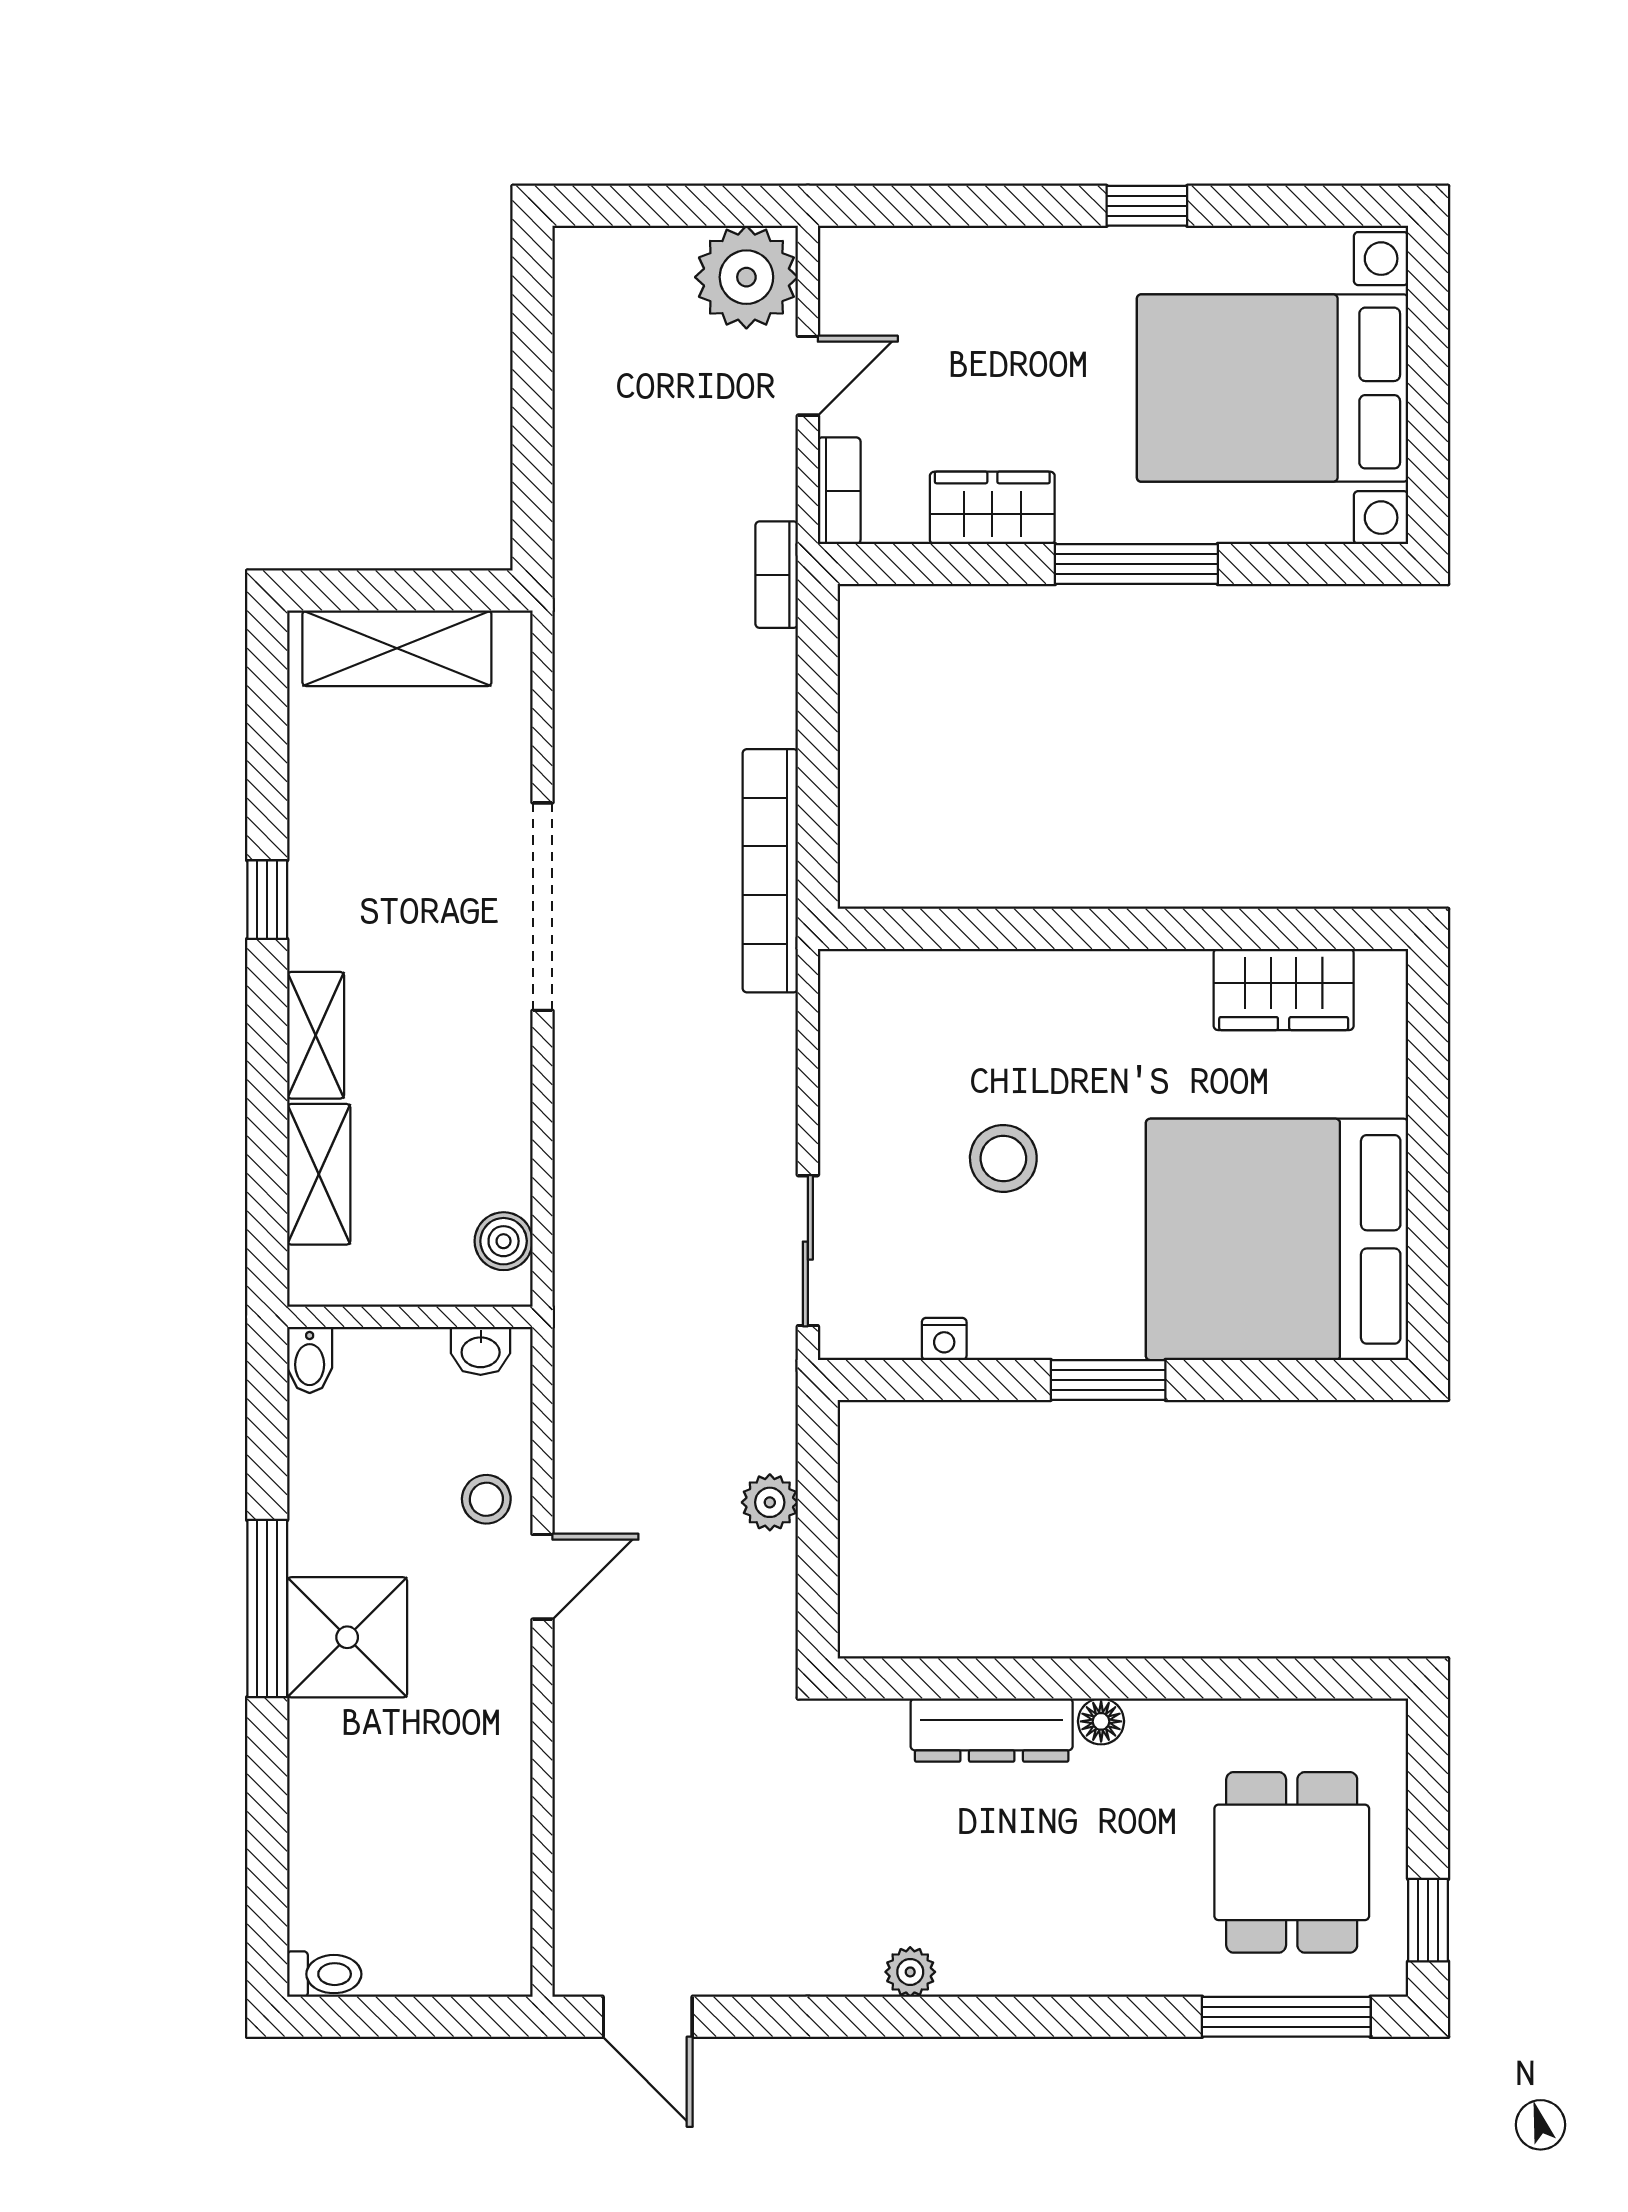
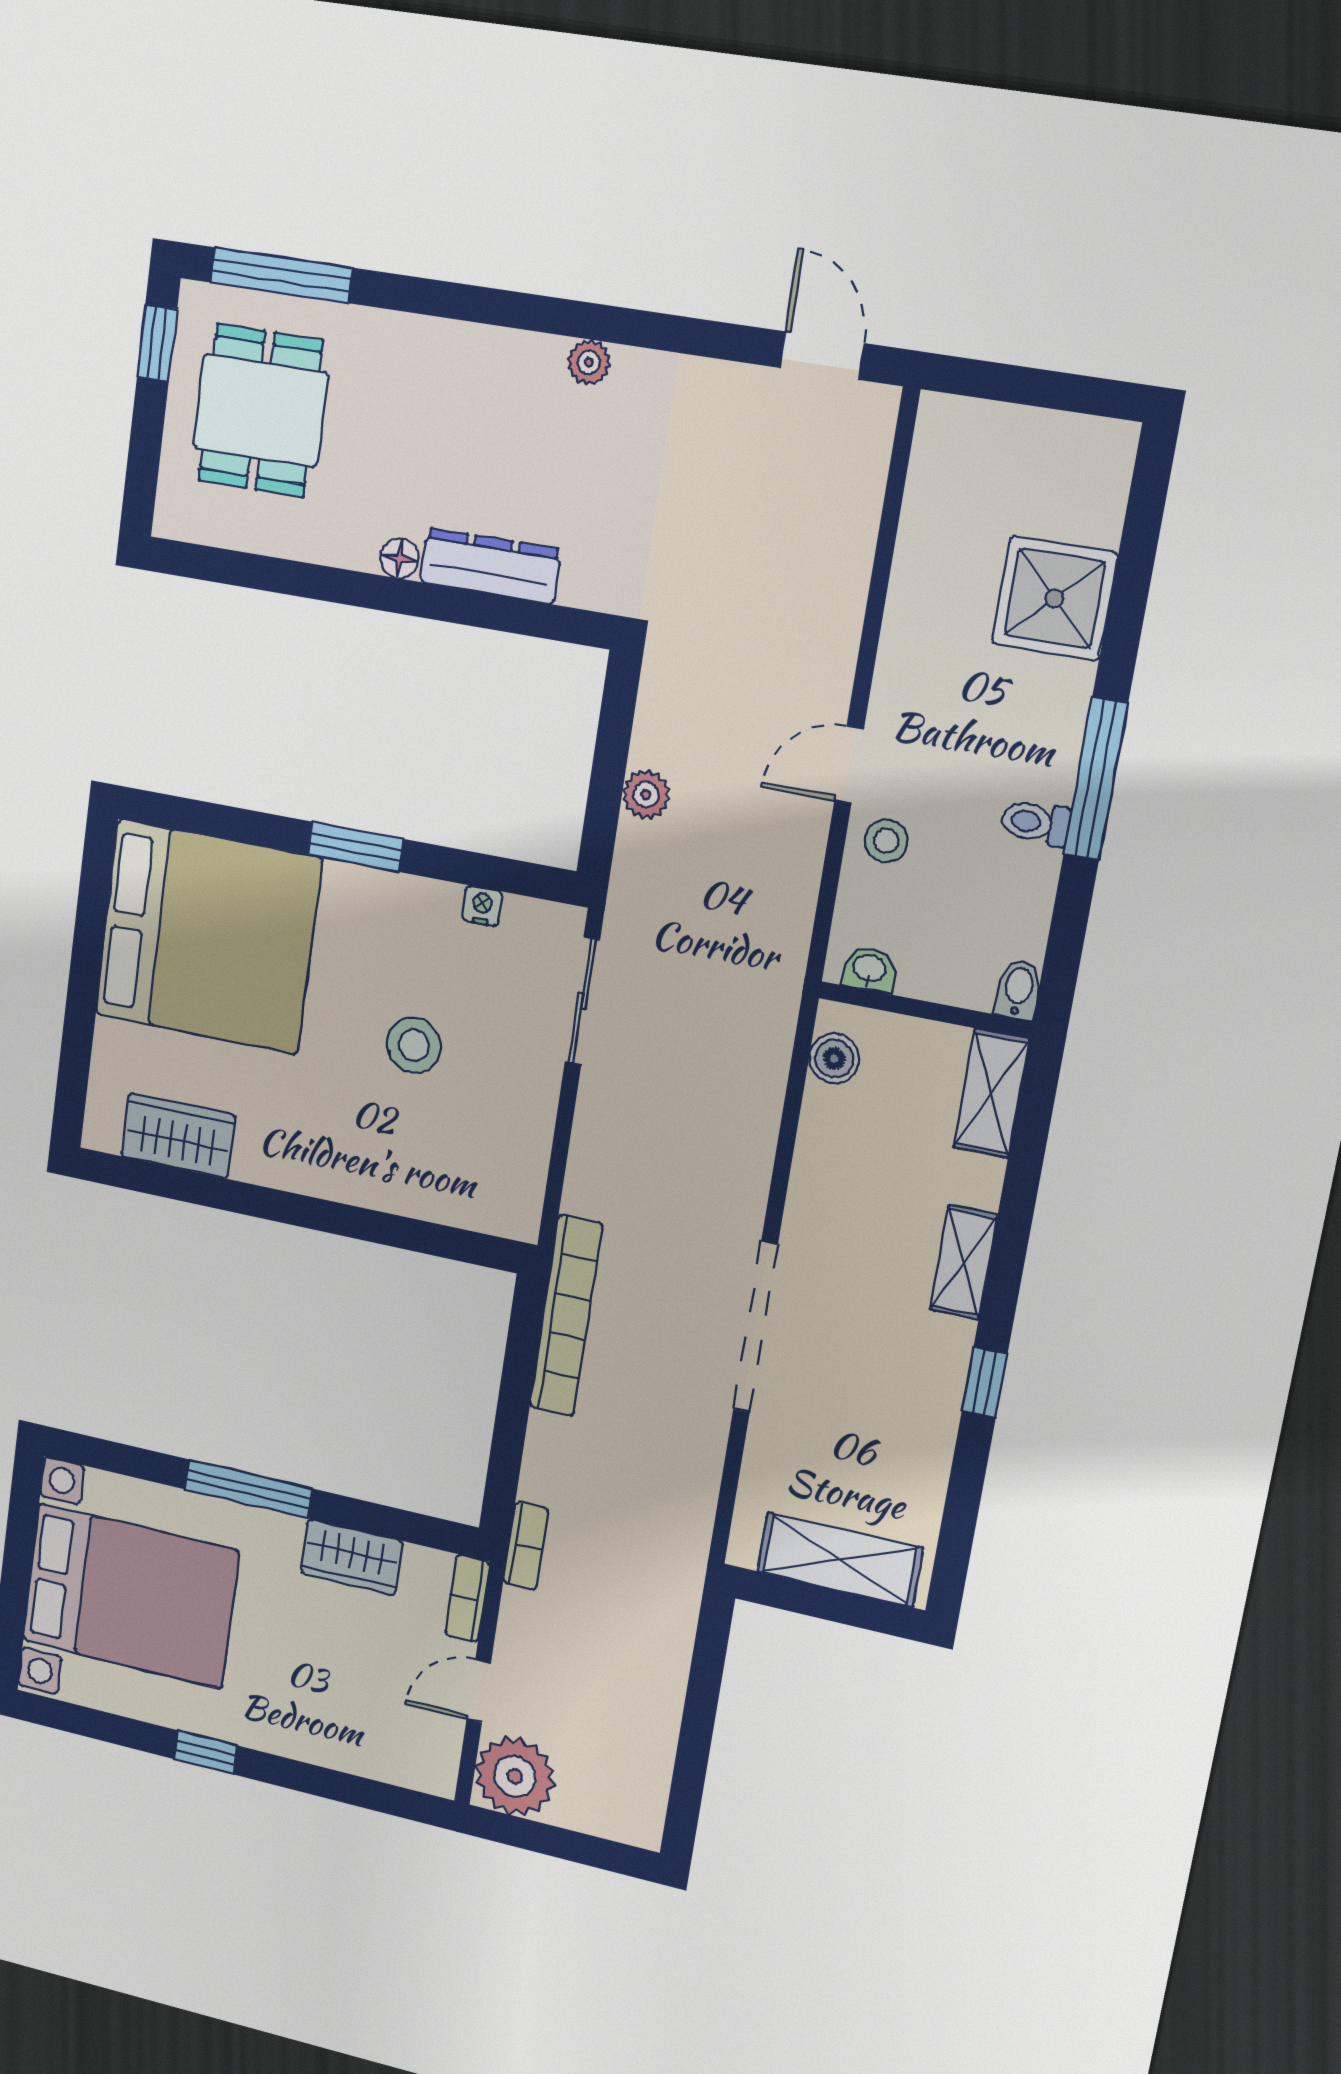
shelving: (319, 1174) -> (991, 1093), moved
shower: (347, 1637) -> (1055, 598), moved
toilet: (324, 1974) -> (1035, 823), moved

